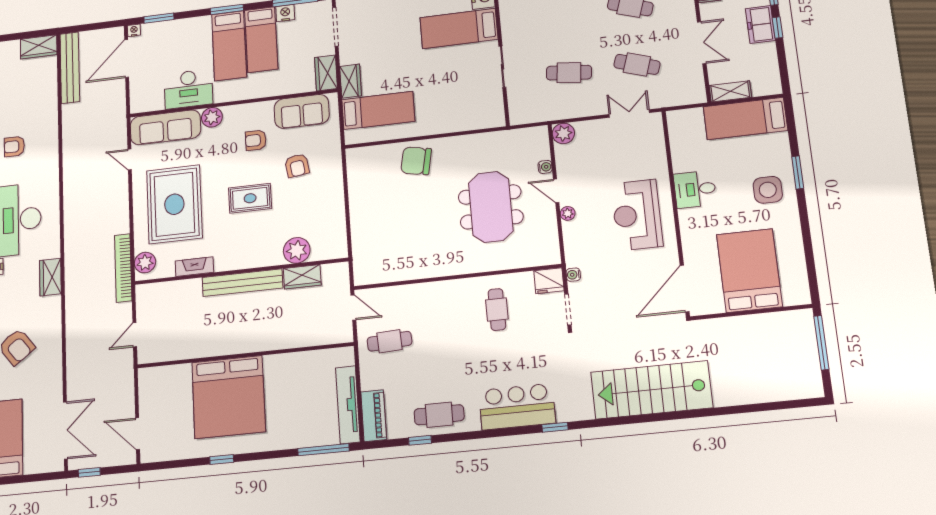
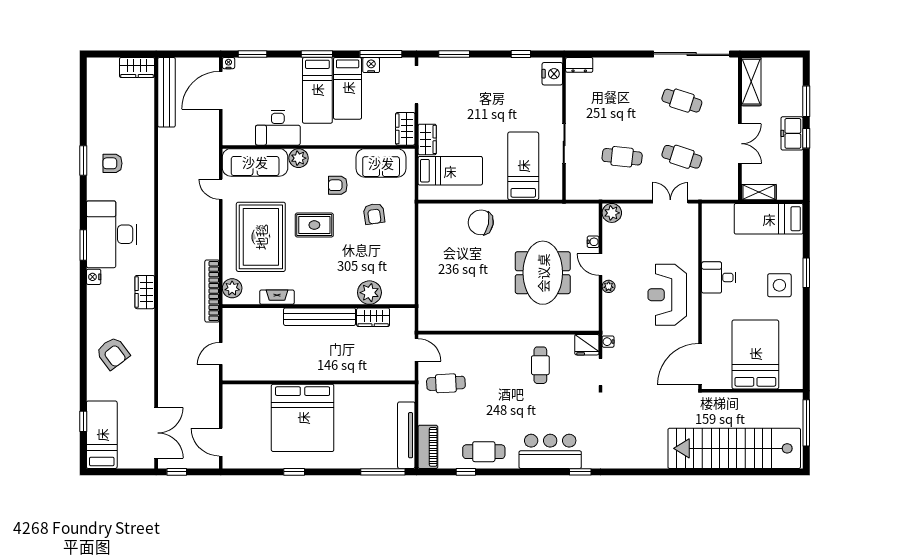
bed: (459, 28) -> (523, 166), moved, turned 90
rug: (250, 198) -> (314, 225), moved
stairs: (652, 390) -> (734, 448), moved, width x1.36

